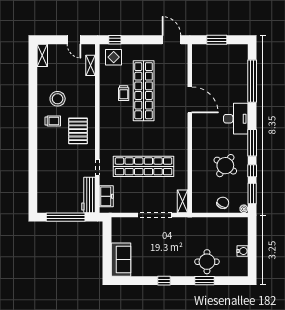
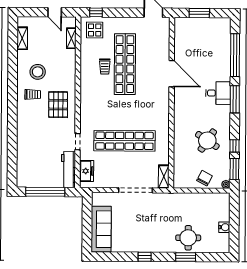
shelving: (42, 55) -> (22, 38), moved
desk: (236, 119) -> (218, 93), width x0.73
window: (252, 143) -> (235, 99), moved
sofa: (121, 260) -> (101, 229), width x1.36

